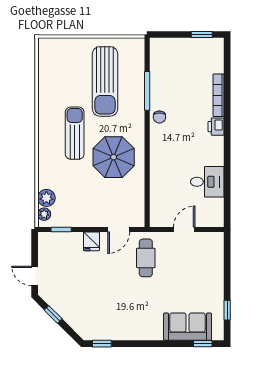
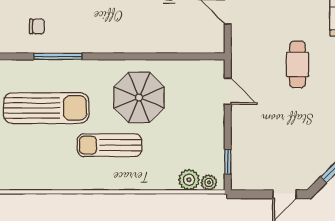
chair: (159, 117) -> (37, 26), moved
fridge: (91, 241) -> (242, 125), removed
cafe table: (146, 258) -> (297, 64), moved, turned 90

